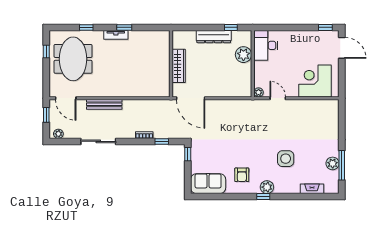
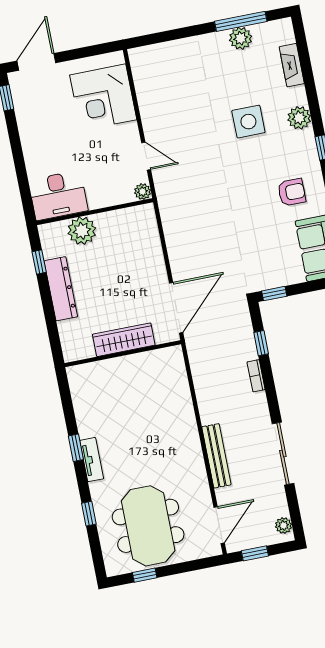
meeting table: (73, 59) -> (148, 526), turned 90
door: (278, 98) -> (146, 156), swing flipped
plant: (267, 187) -> (299, 118), moved

